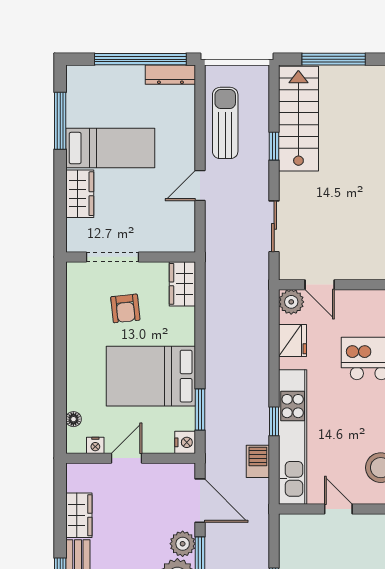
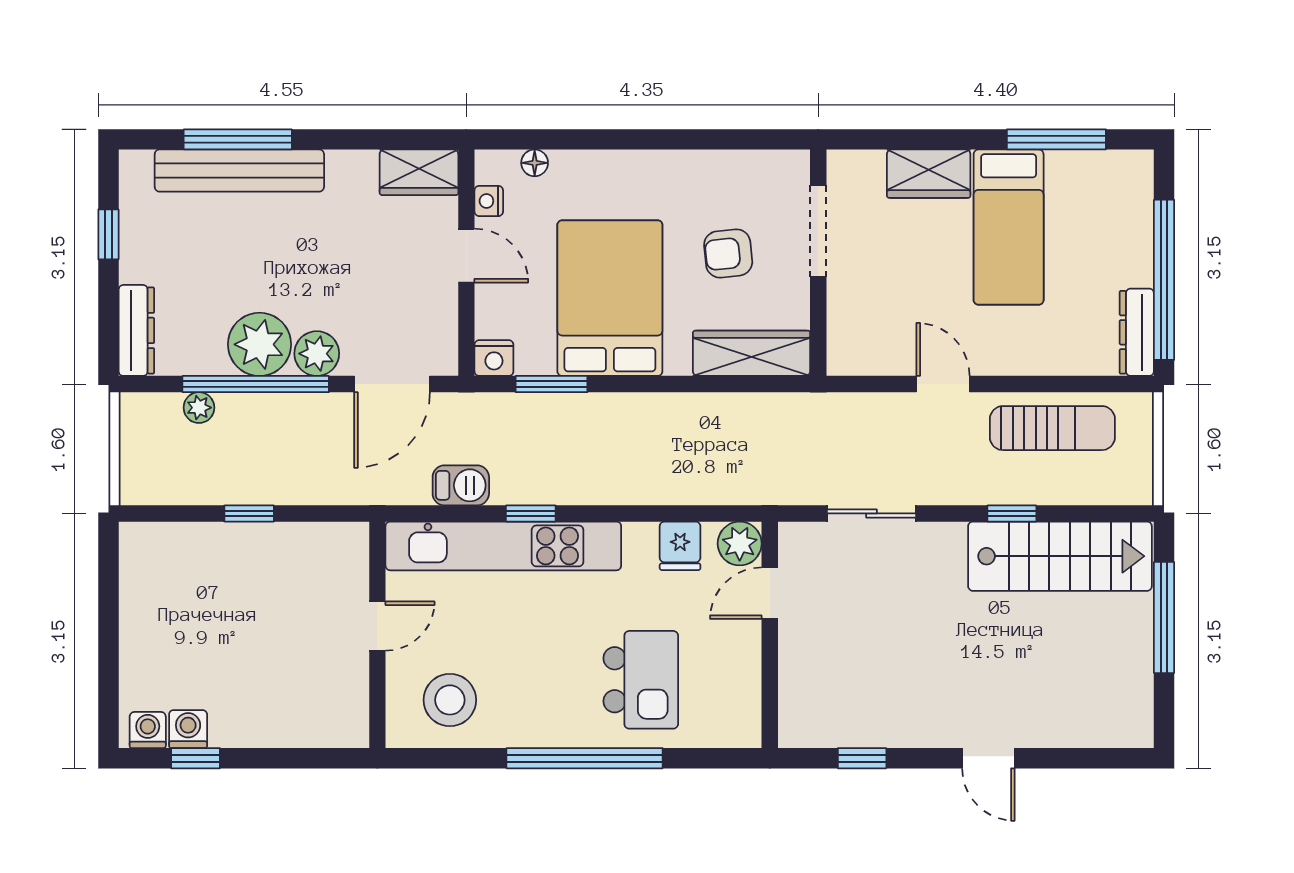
wardrobe: (182, 284) -> (752, 353), width x1.50
fridge: (293, 340) -> (680, 546), width x0.72
wardrobe: (79, 515) -> (419, 172), moved

